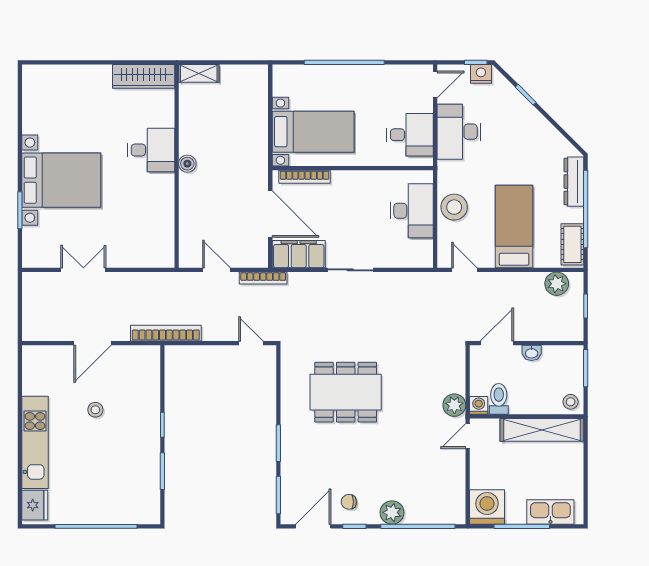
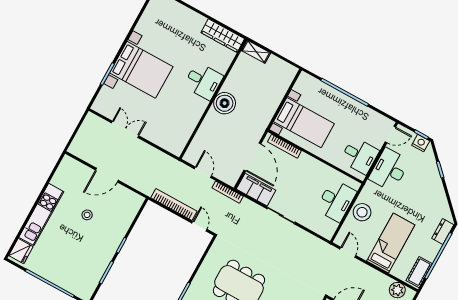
boiler: (187, 164) -> (225, 103), width x1.86, depth x1.86
dresser: (574, 182) -> (443, 232), width x0.70
bookcase: (166, 333) -> (174, 204), moved

